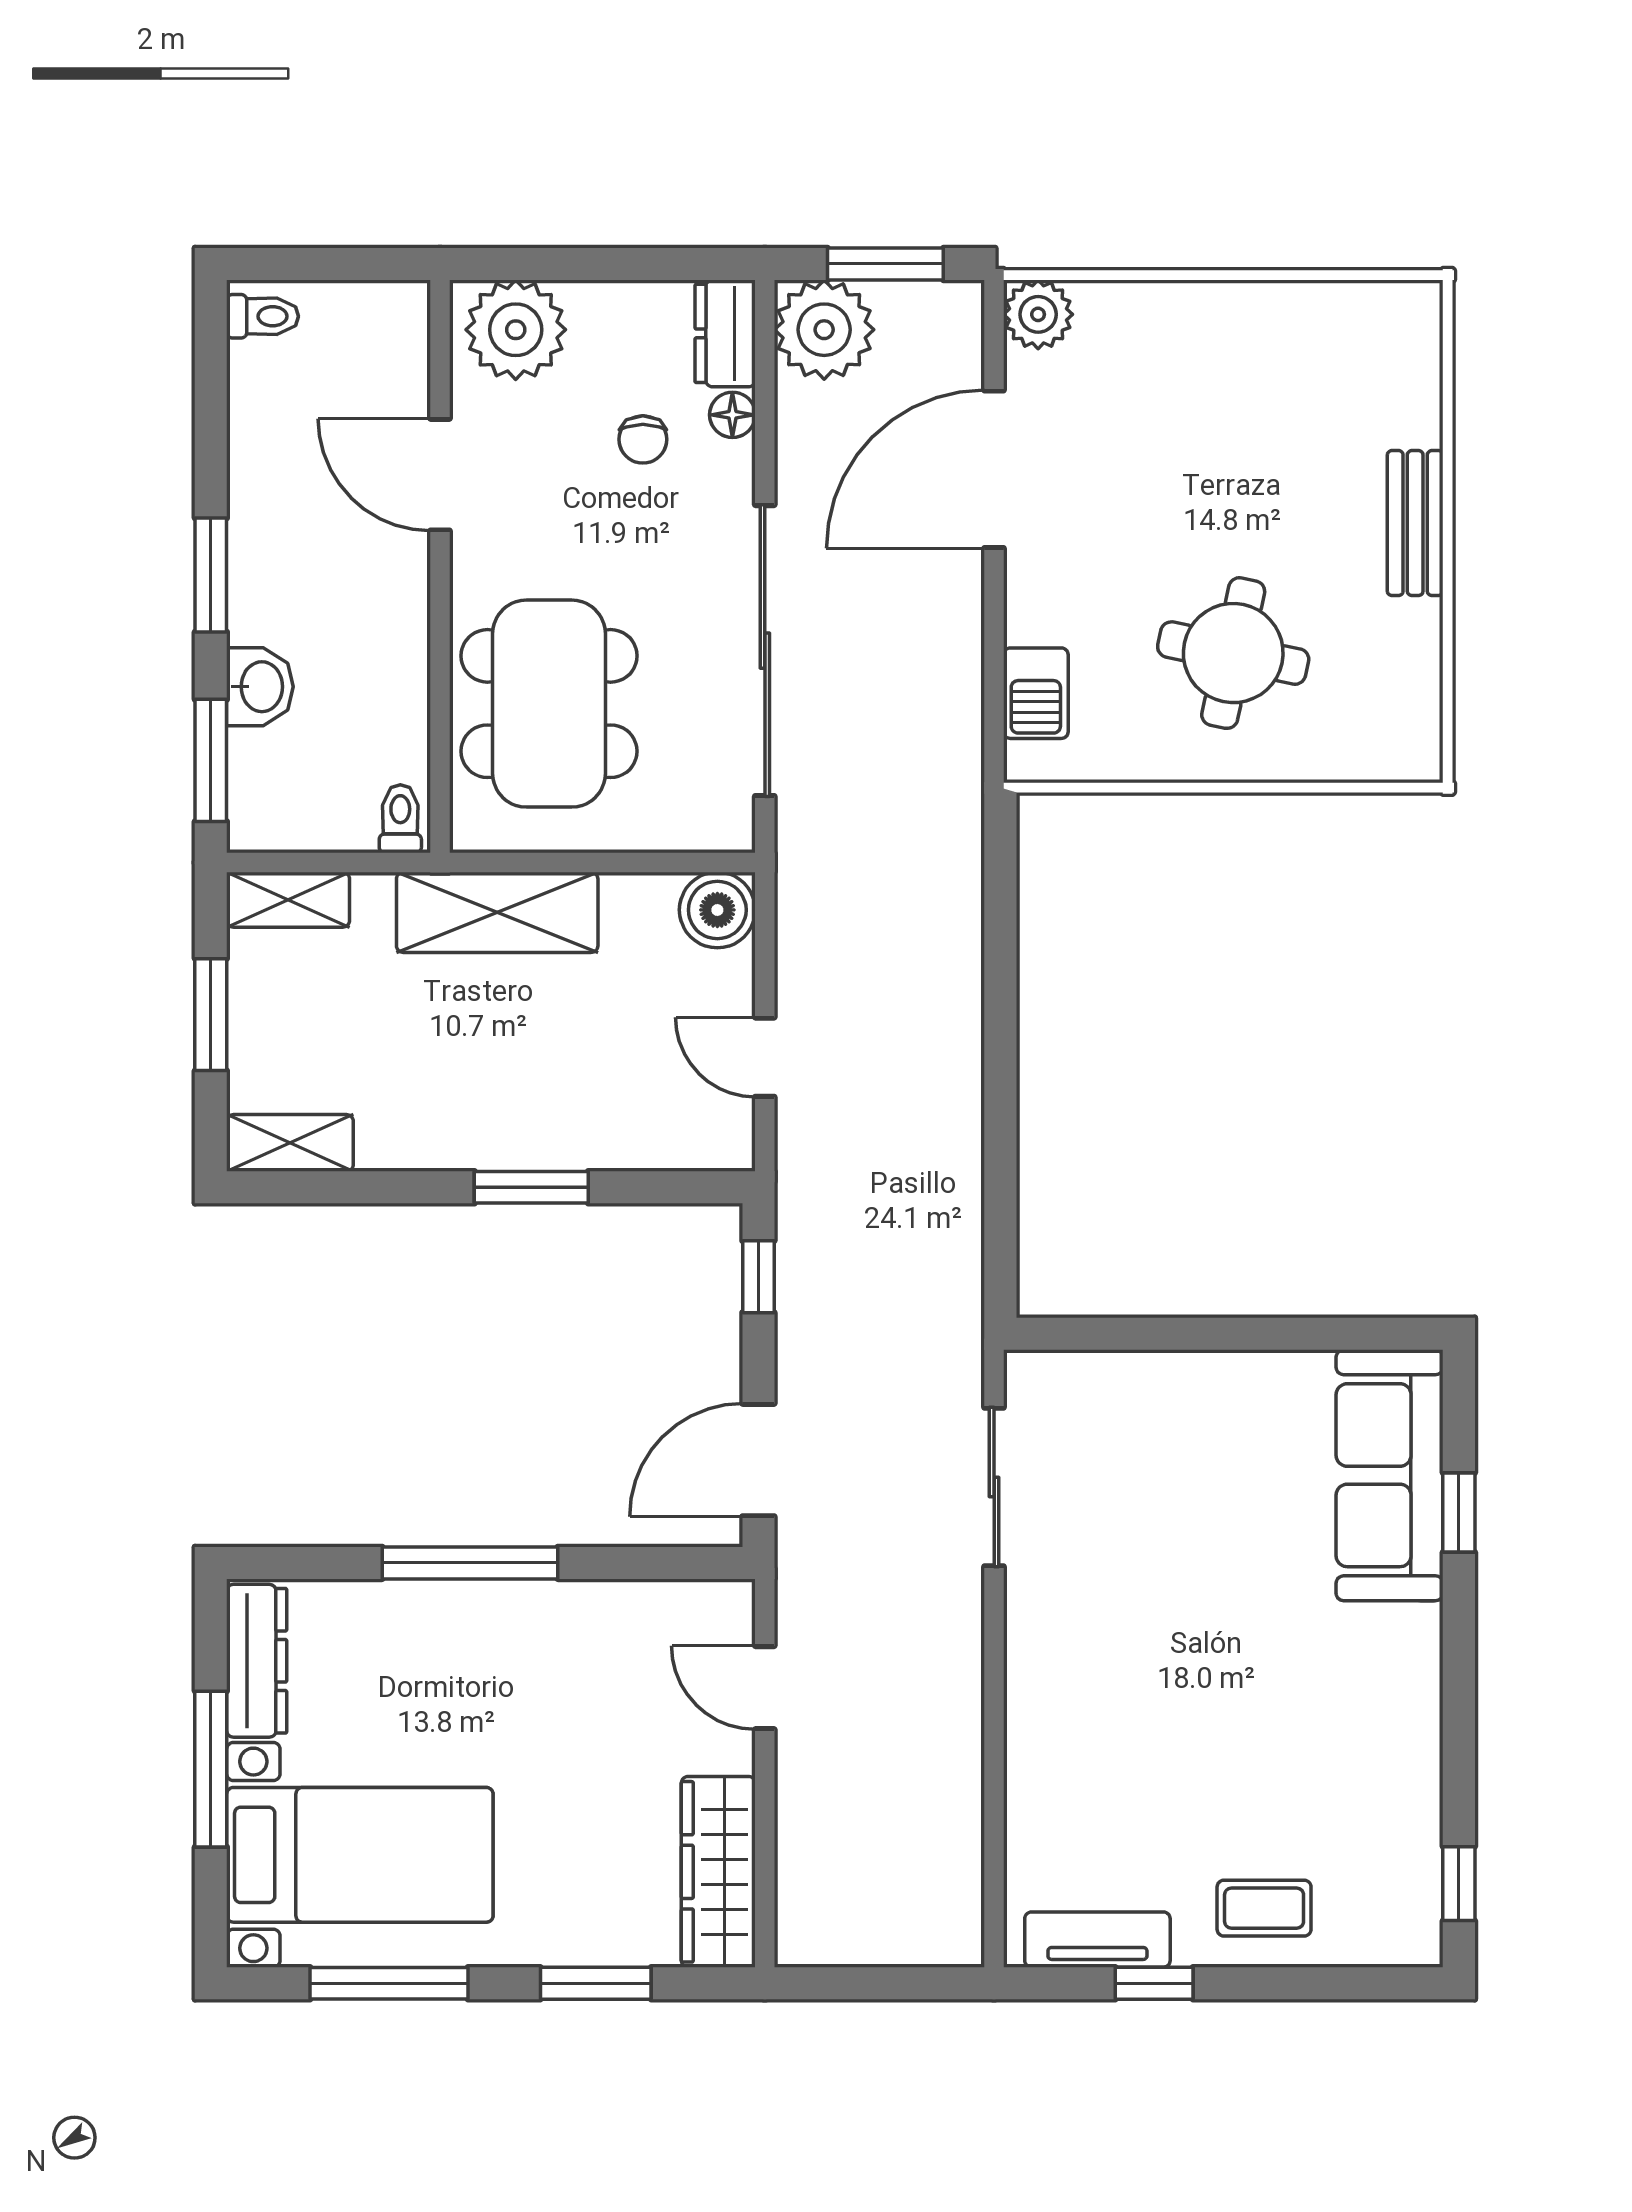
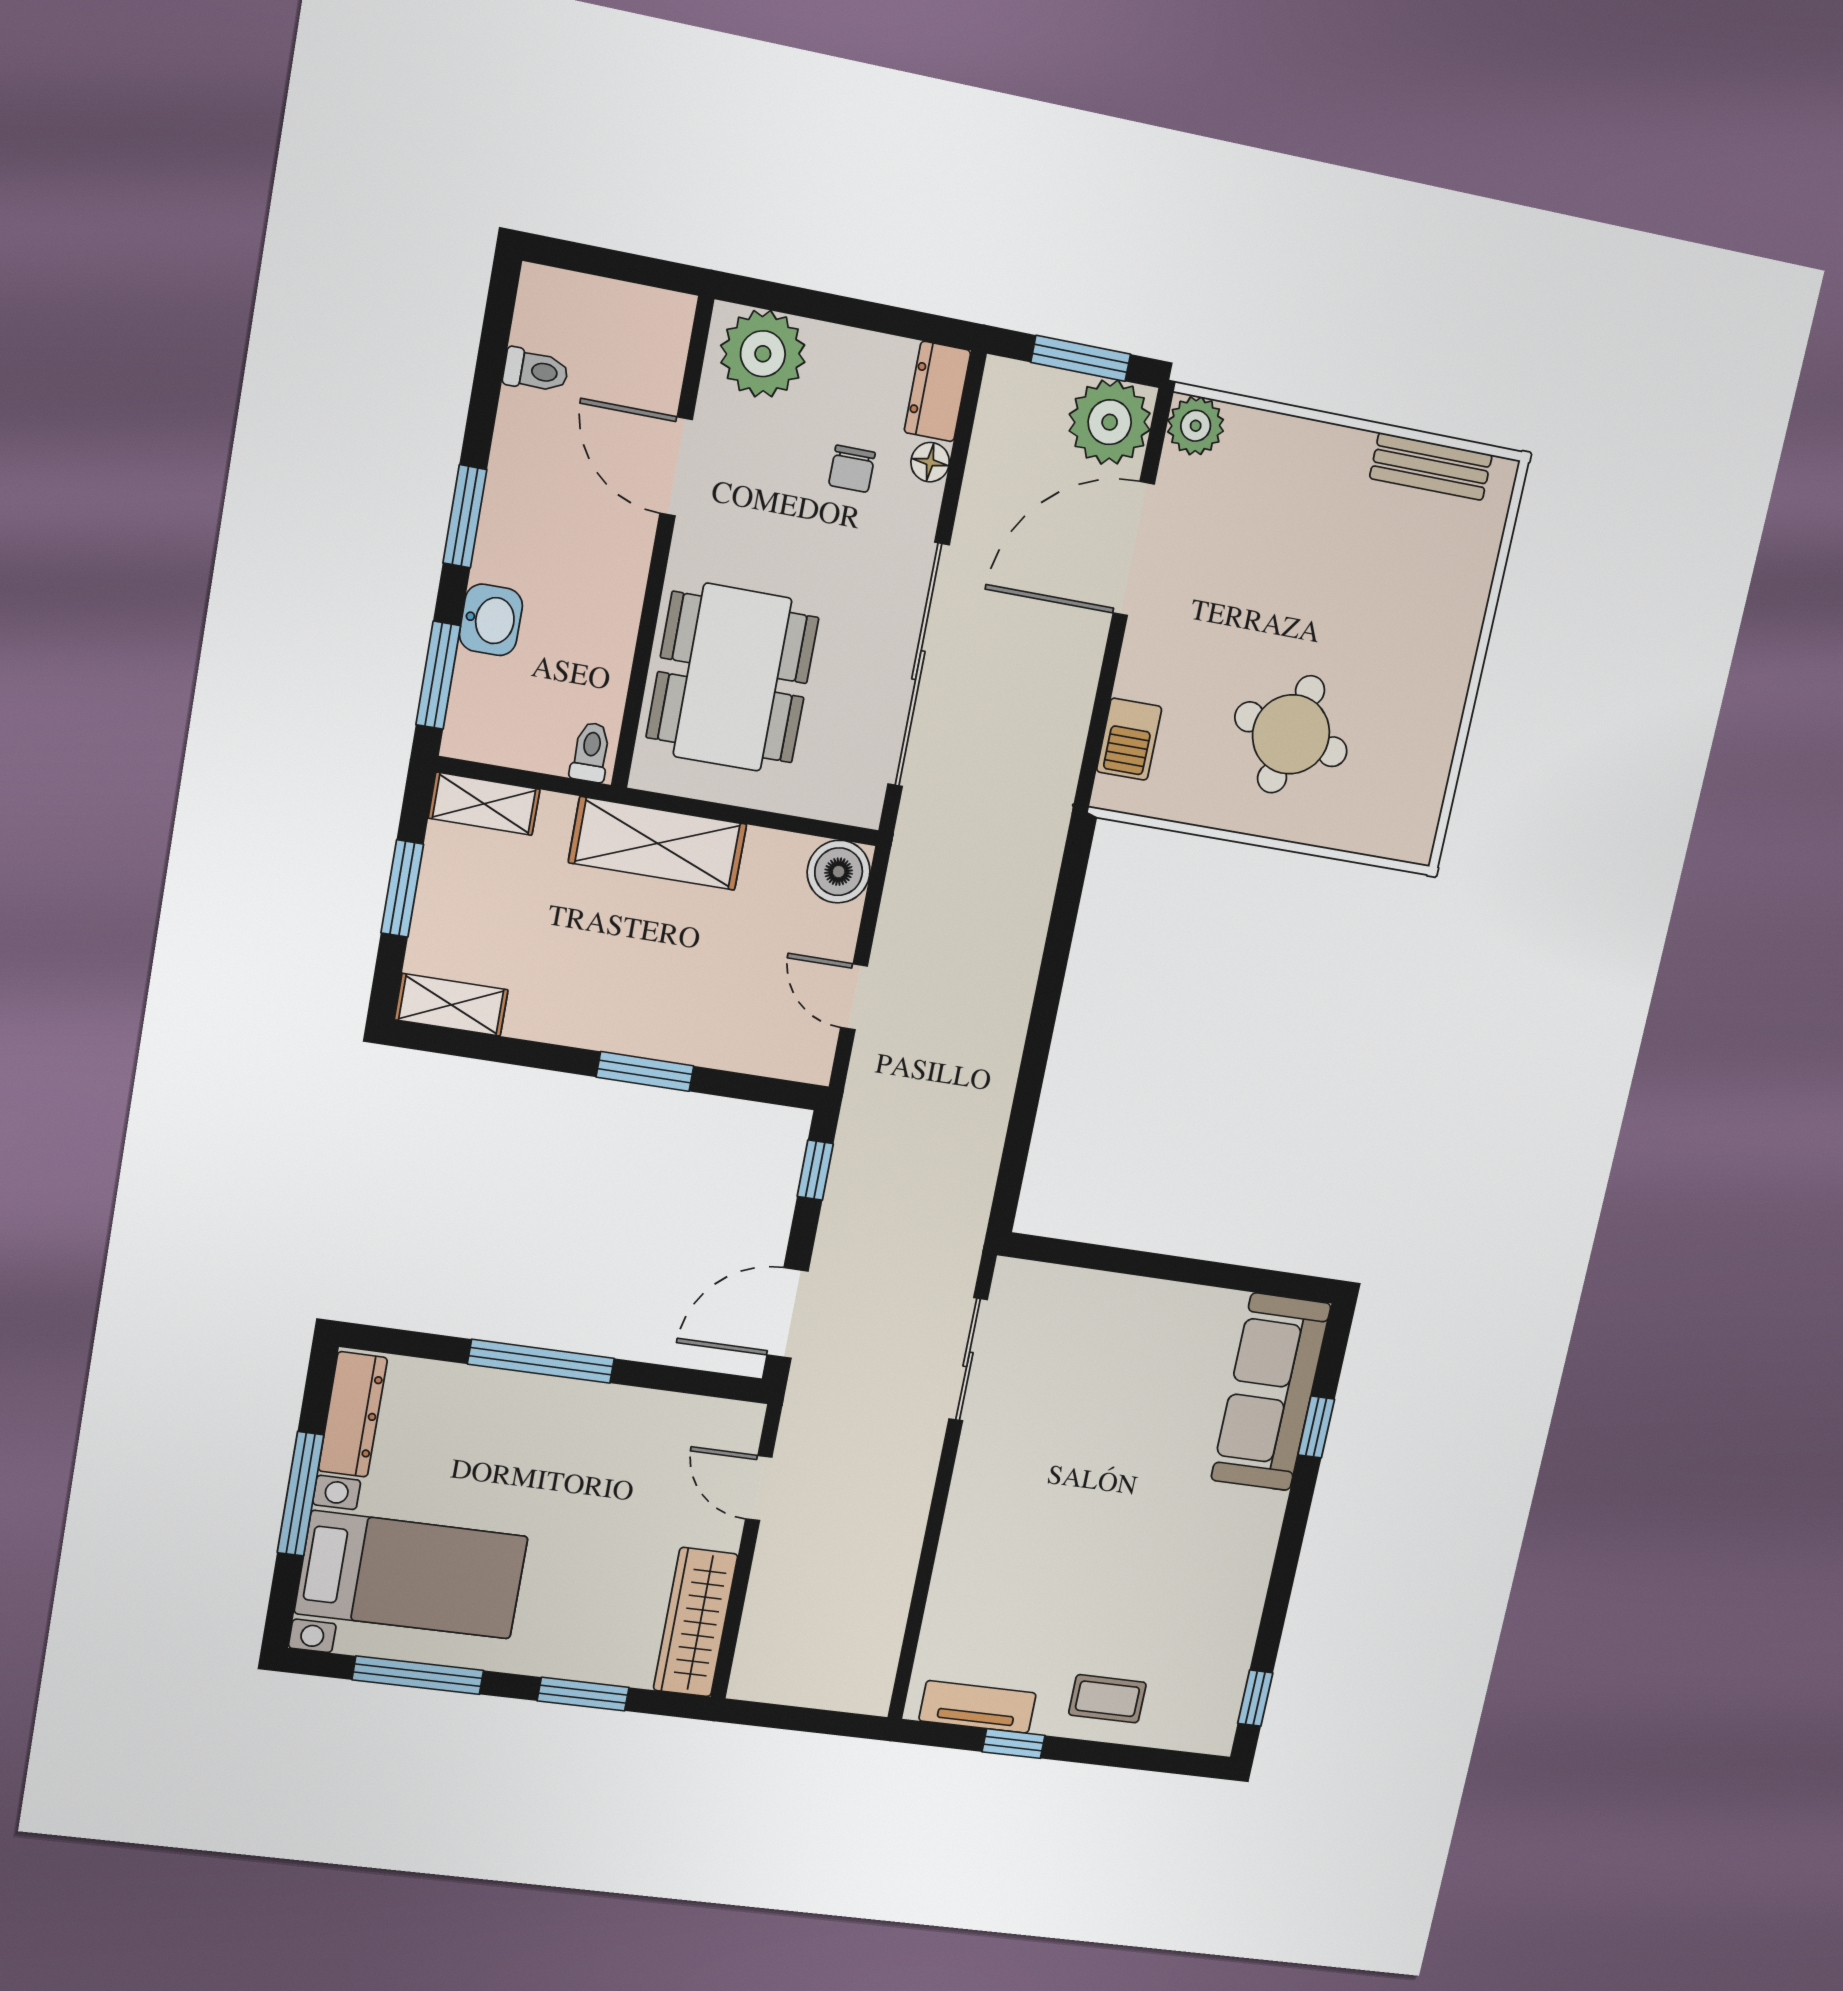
toilet: (262, 316) -> (536, 371), moved
plant: (824, 330) -> (1110, 422), moved
bench: (1415, 523) -> (1431, 467), moved, turned 90

